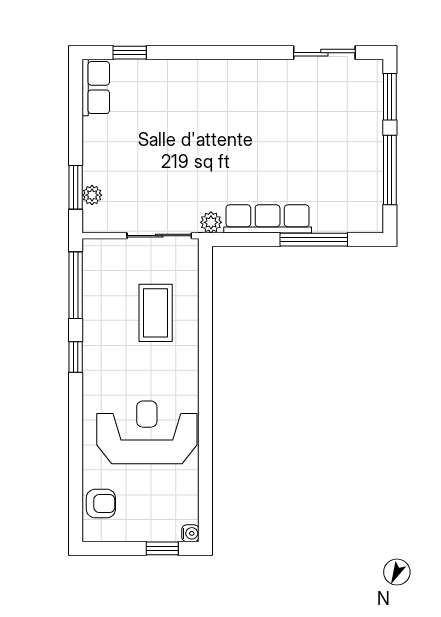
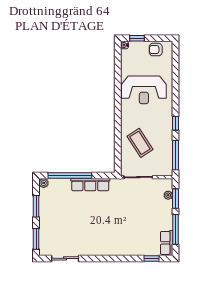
window: (76, 118) -> (175, 229), added
window: (390, 170) -> (36, 206), width x0.69
plant: (211, 222) -> (44, 183), moved
window: (314, 240) -> (70, 175), width x1.46
coffee table: (156, 313) -> (140, 143), turned -33
armchair: (101, 504) -> (156, 50), moved

